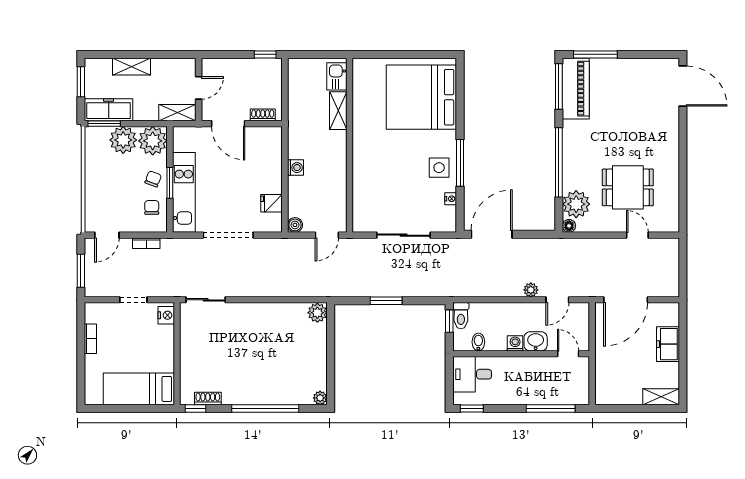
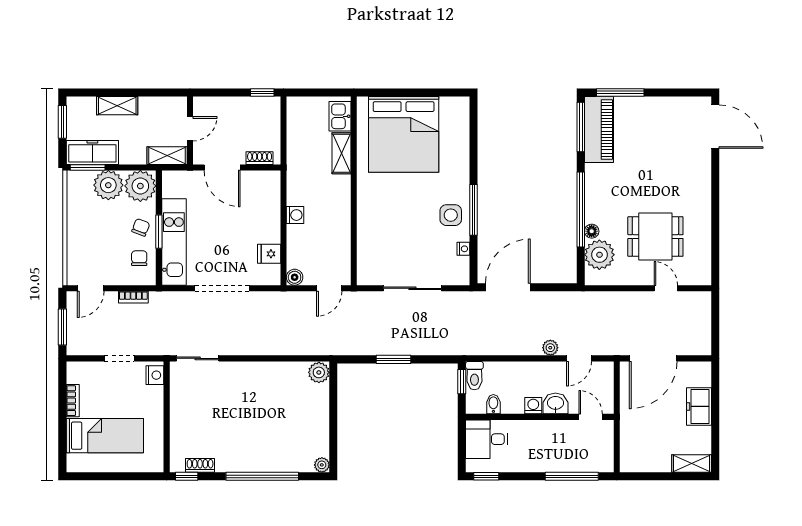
bed: (421, 97) -> (404, 134), moved, turned -90
floor lamp: (569, 226) -> (592, 231), moved
bed: (139, 389) -> (105, 436), moved, turned 180

